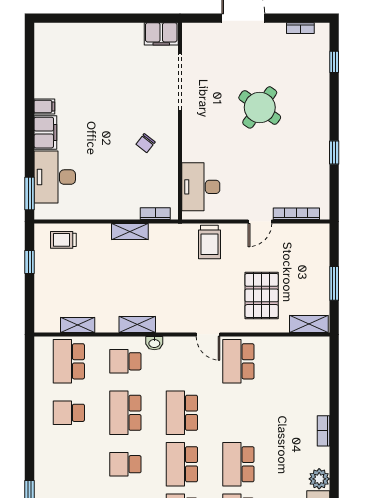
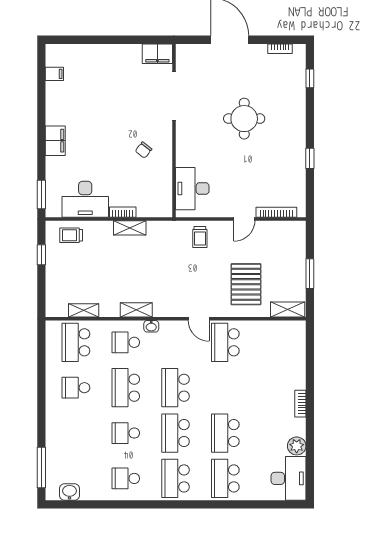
filing cabinet: (44, 107) -> (54, 74), moved
round table: (260, 107) -> (244, 119), turned -36
desk: (55, 177) -> (85, 199), moved, turned -90
bookcase: (155, 214) -> (123, 212), moved
trolley: (209, 242) -> (200, 237), width x0.73, depth x0.72

